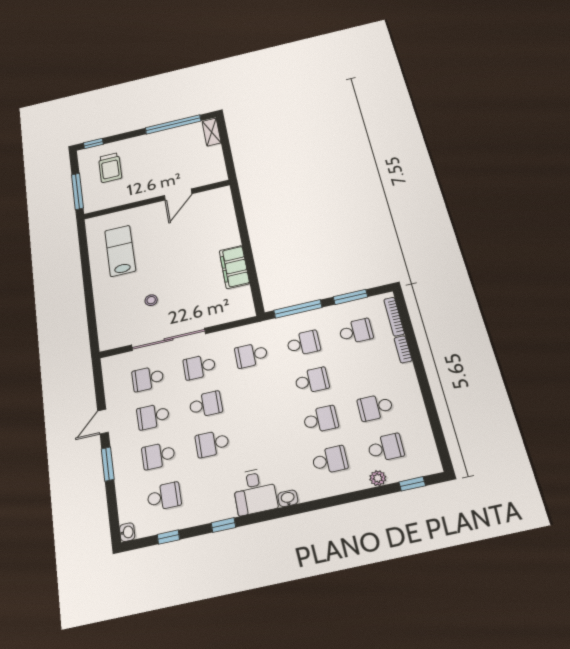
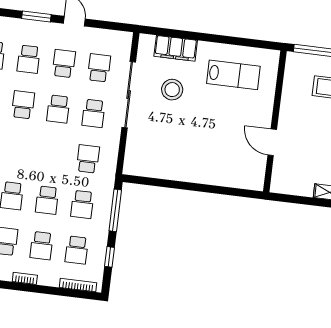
filing cabinet: (234, 267) -> (176, 48), moved, turned 180
window: (350, 297) -> (110, 257), width x0.67
stool: (151, 300) -> (172, 90), width x1.89, depth x1.89
bookcase: (403, 349) -> (25, 278), moved
school desk: (199, 367) -> (93, 113), turned 180
school desk: (365, 369) -> (41, 246), added
school desk: (158, 456) -> (29, 59), turned 180

